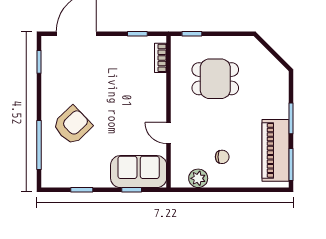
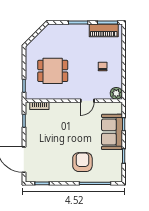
dining table: (215, 79) -> (53, 71), turned 90
armchair: (72, 125) -> (82, 162), turned 44
piano: (275, 150) -> (104, 30), width x0.73, depth x0.75
sofa: (139, 172) -> (112, 132), moved
plant: (198, 178) -> (116, 93), moved

